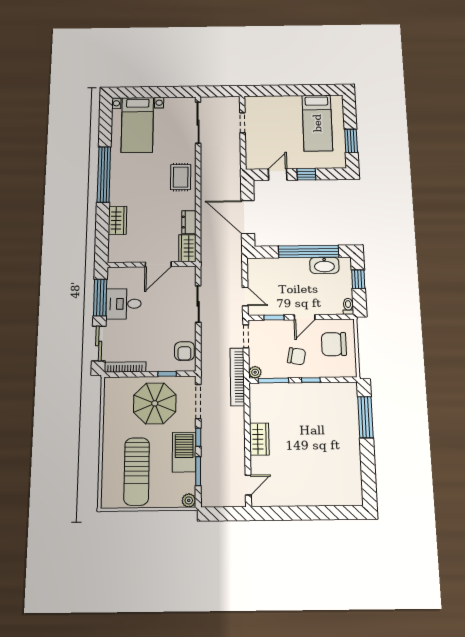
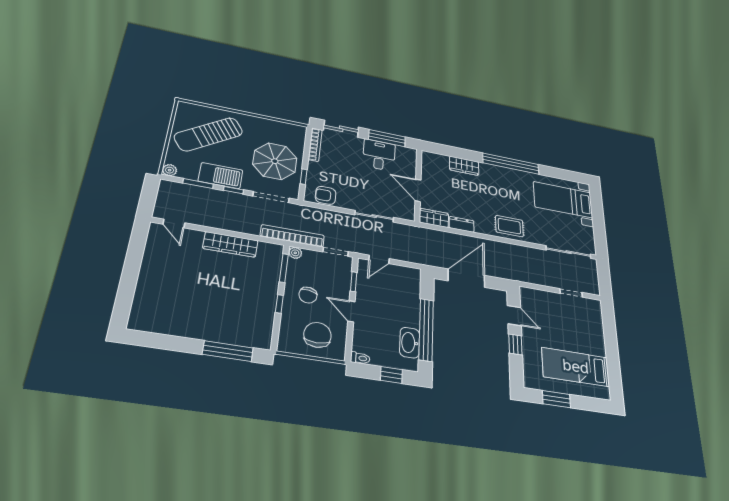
wardrobe: (259, 439) -> (230, 244), width x1.50
sun lounger: (137, 471) -> (209, 134), turned -34

